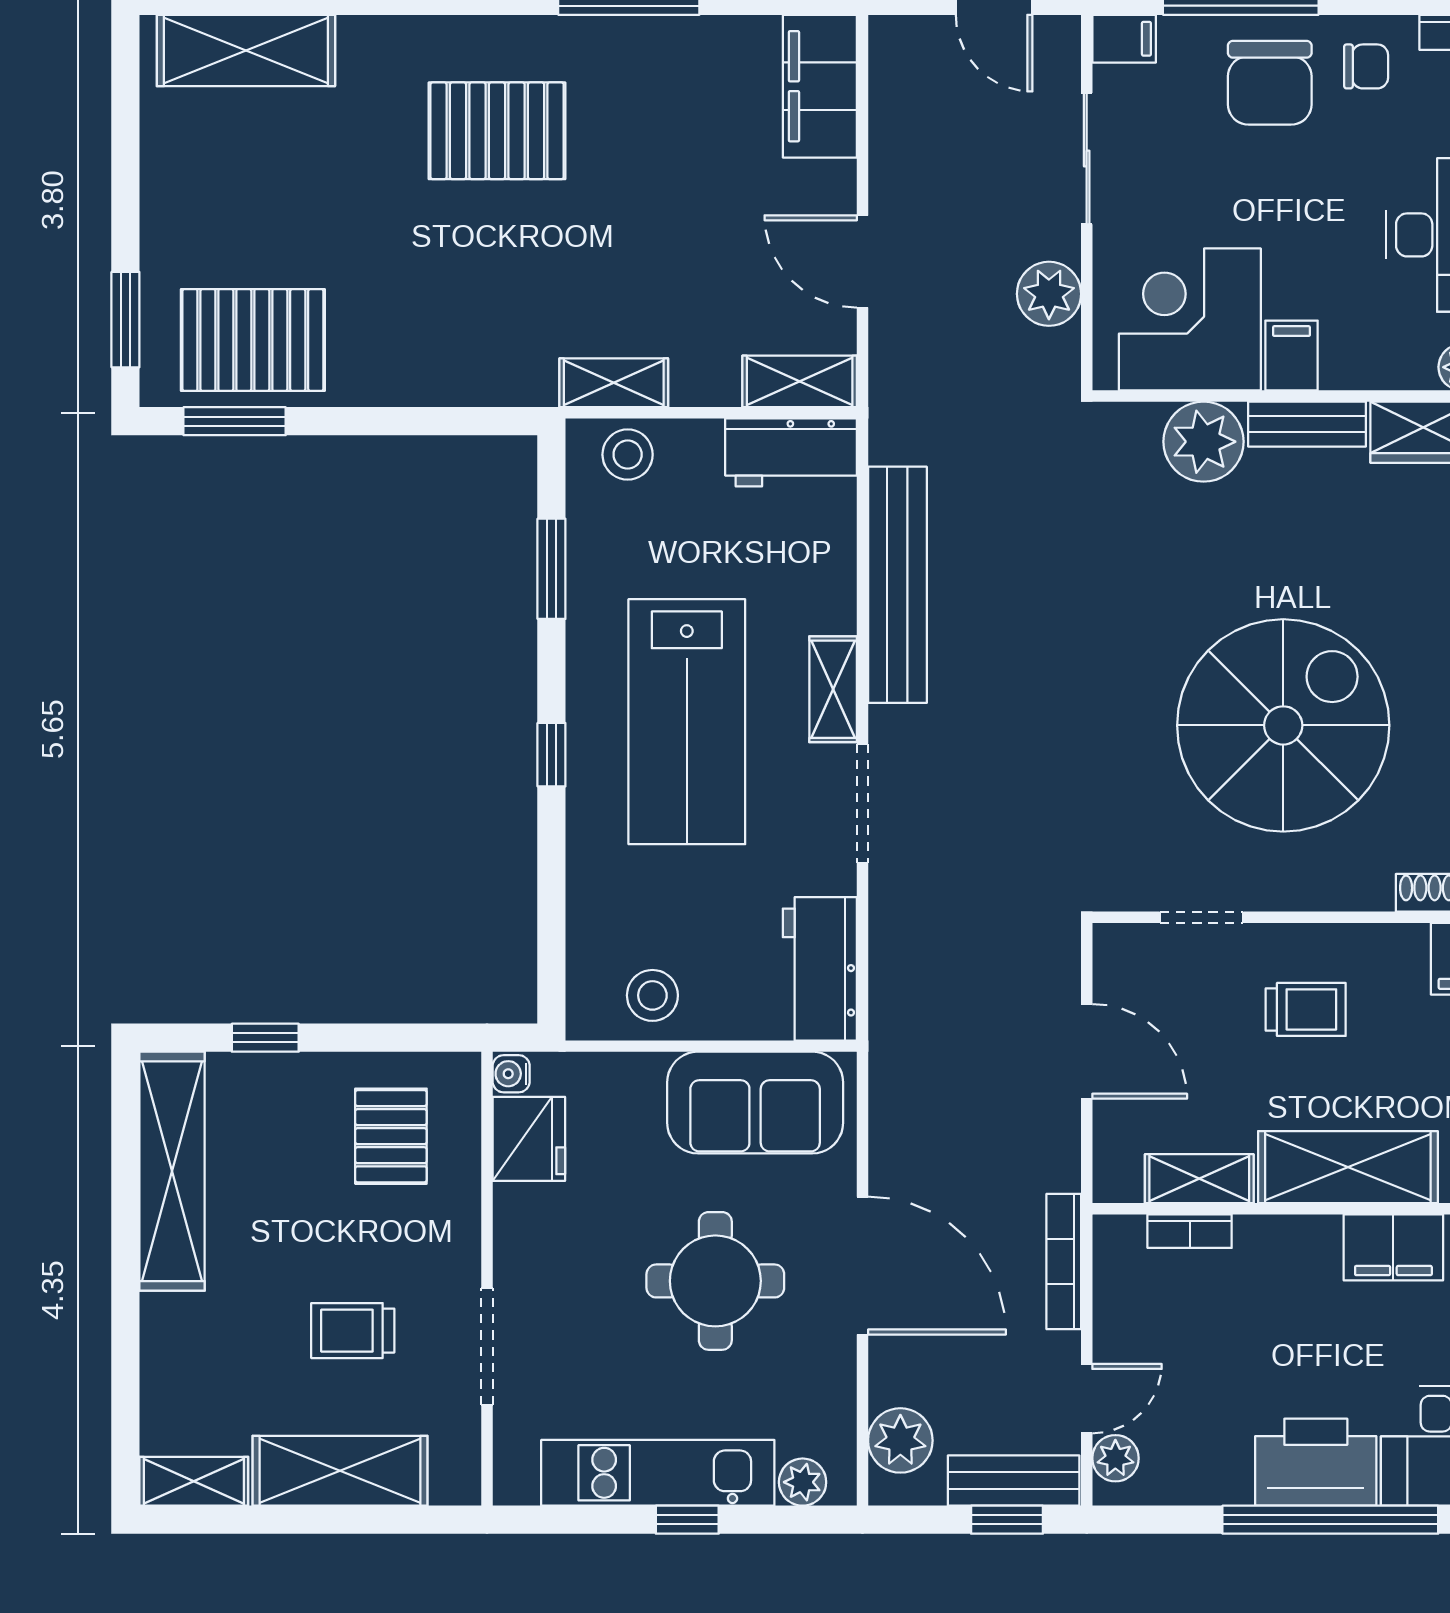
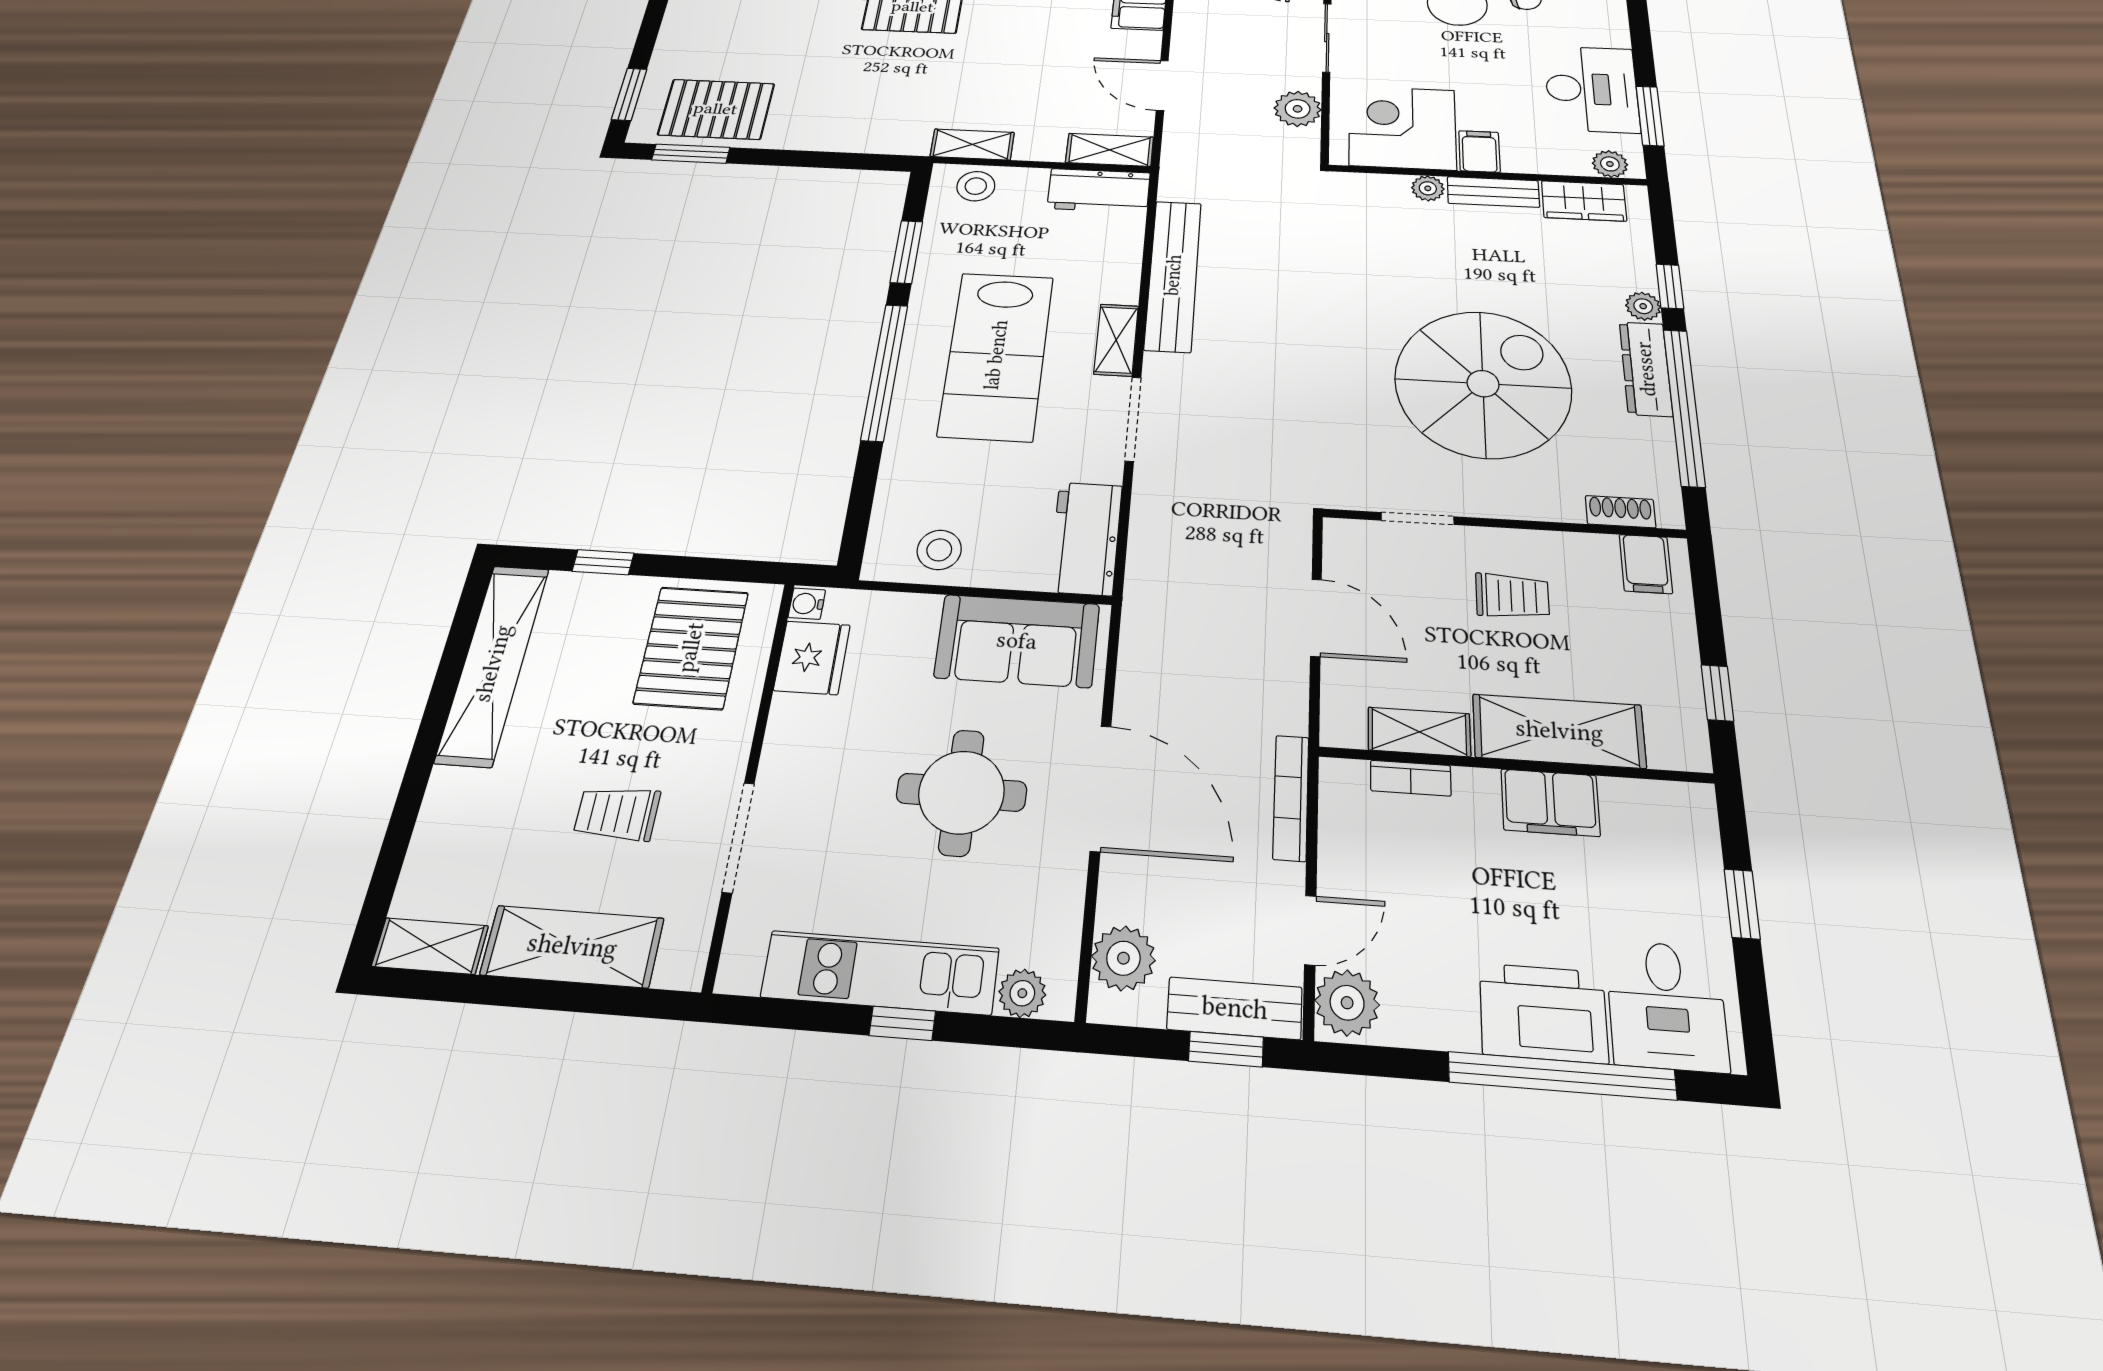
plant: (1204, 442) -> (1428, 188), width x0.53, depth x0.53
window: (551, 755) -> (885, 372), width x3.17
pallet: (391, 1136) -> (691, 647), width x1.50, depth x1.42
filing cabinet: (1393, 1247) -> (1550, 803), moved
plant: (1115, 1458) -> (1347, 1003), width x1.38, depth x1.38

